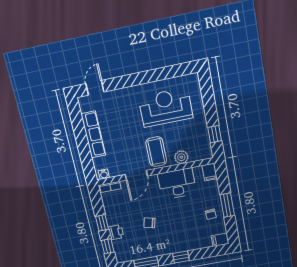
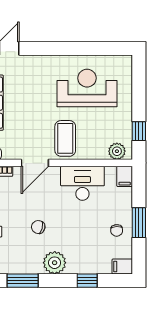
plant: (181, 157) -> (117, 151), moved
plant: (167, 246) -> (55, 263), added
window: (181, 257) -> (87, 281), moved

